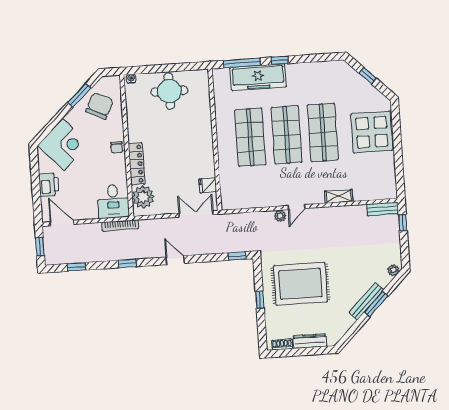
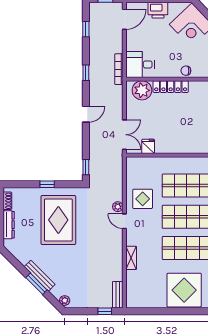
display table: (269, 188) -> (143, 199), added

